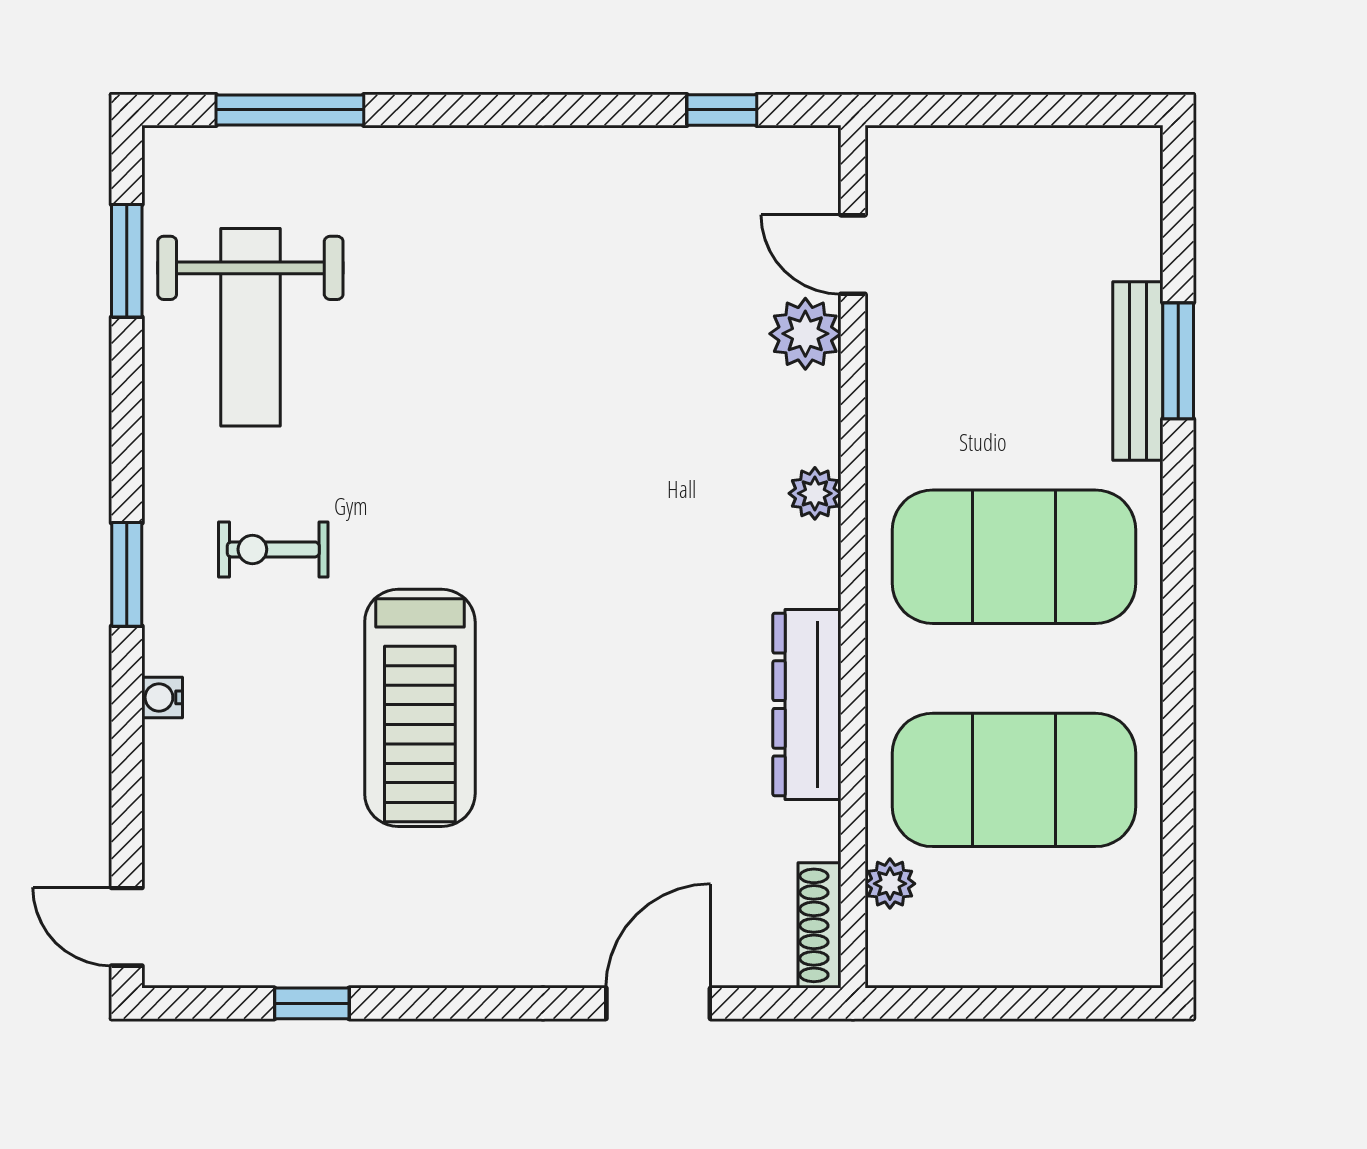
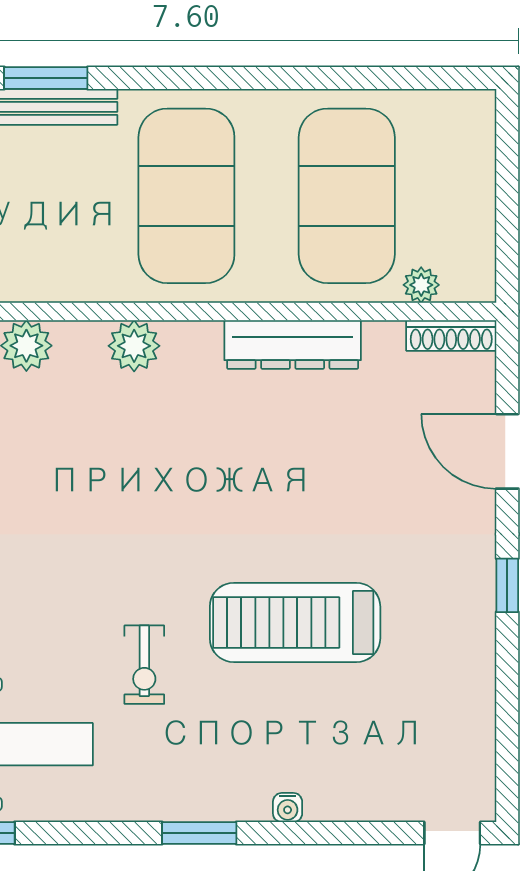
plant: (815, 493) -> (134, 346), width x1.38, depth x1.38
exercise bike: (273, 549) -> (144, 665), moved
treadmill: (420, 708) -> (295, 622), turned 180
window: (312, 1003) -> (507, 585), moved

